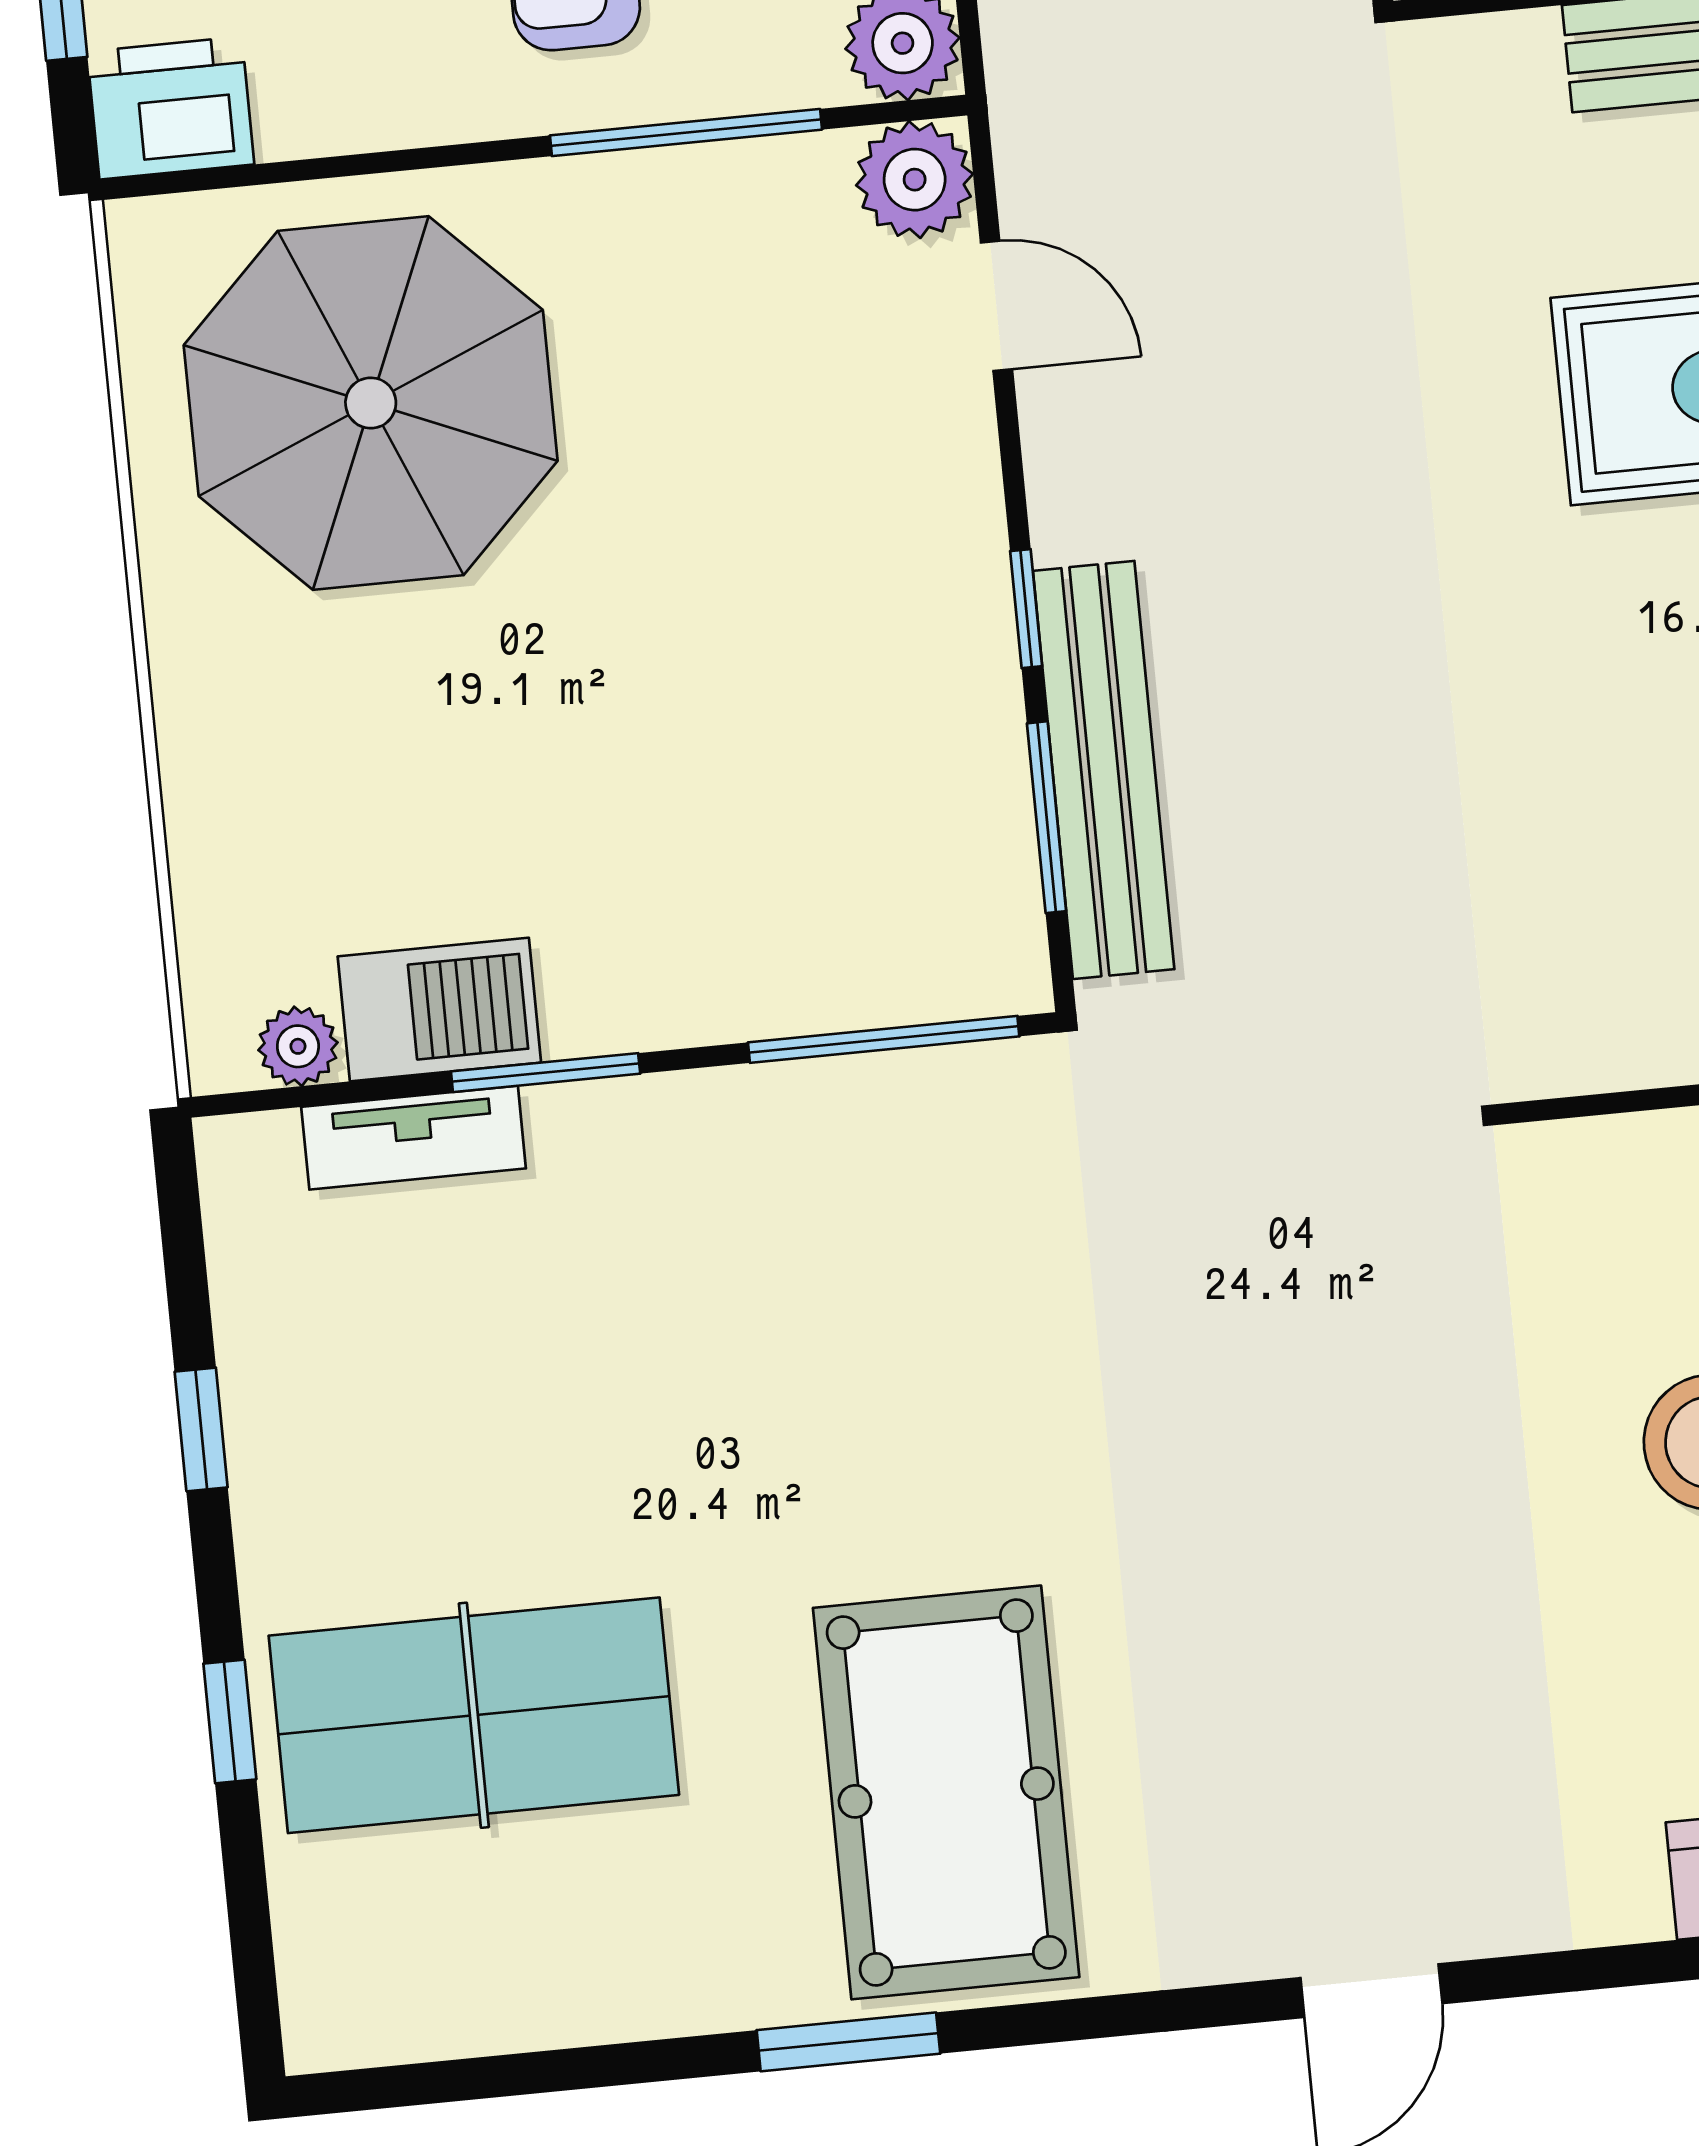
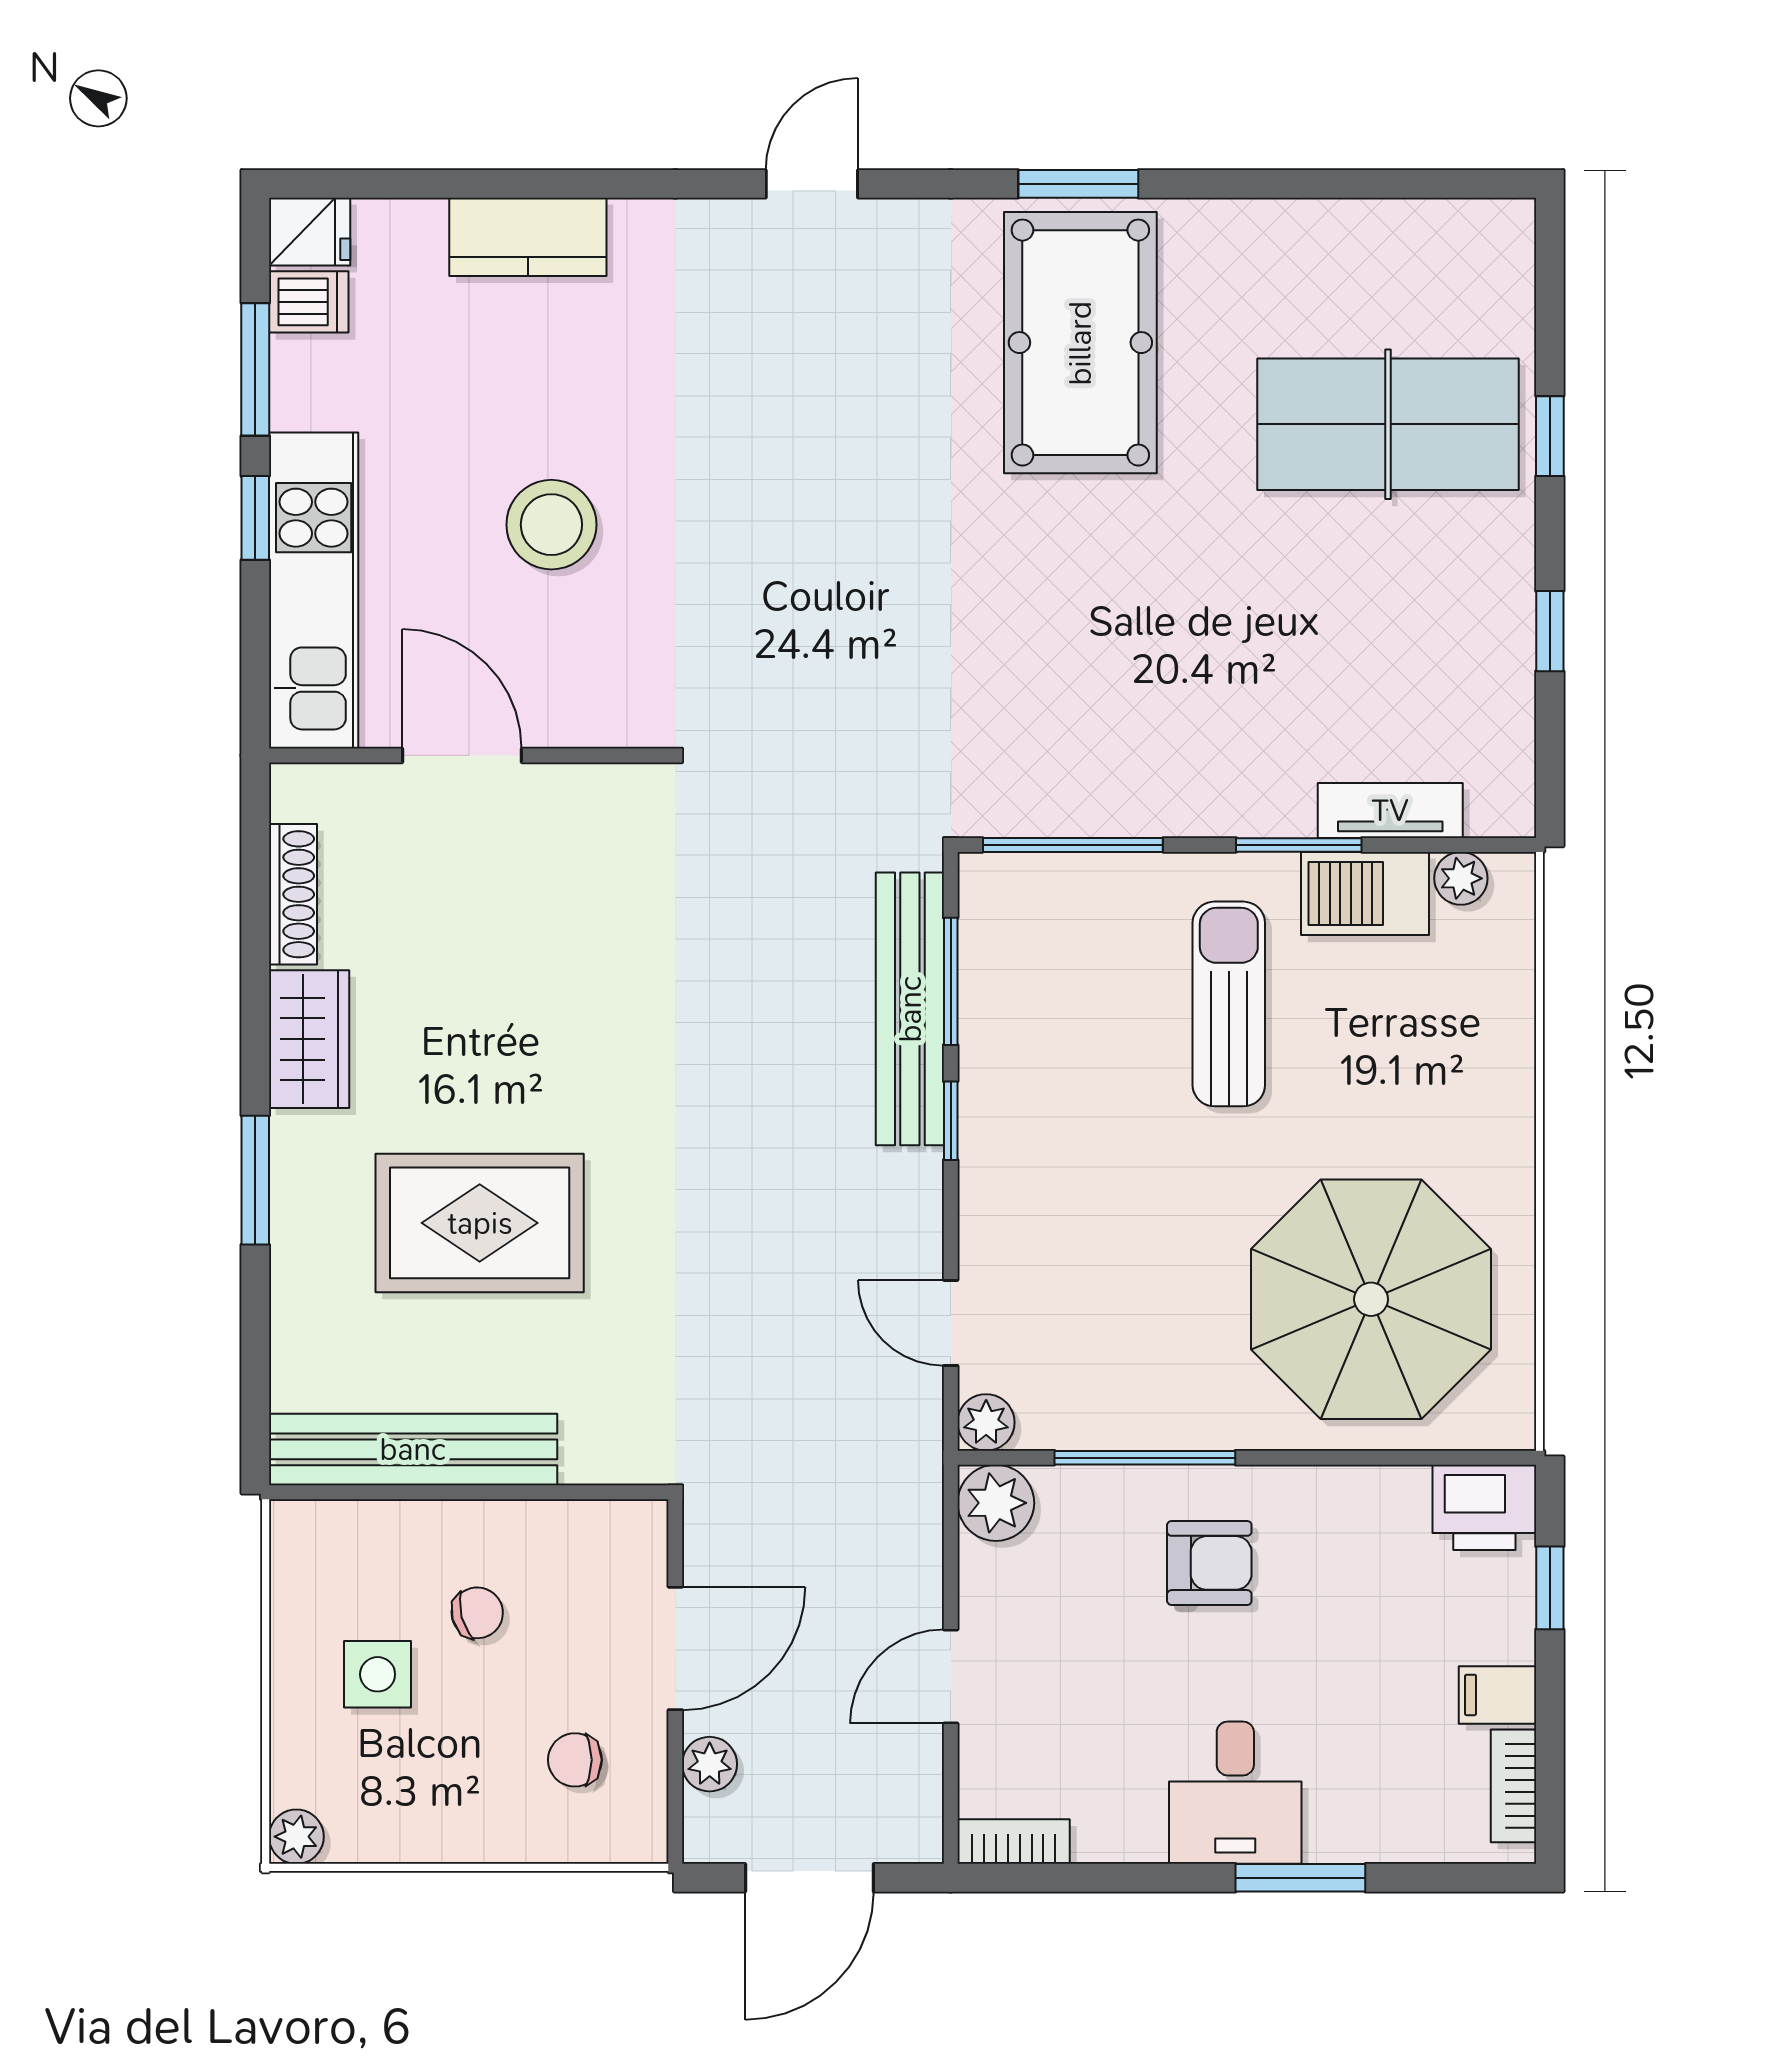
plant: (915, 180) -> (986, 1422), width x0.73, depth x0.73
sun lounger: (627, 824) -> (1229, 1004), added
window: (848, 2042) -> (1078, 184), moved

